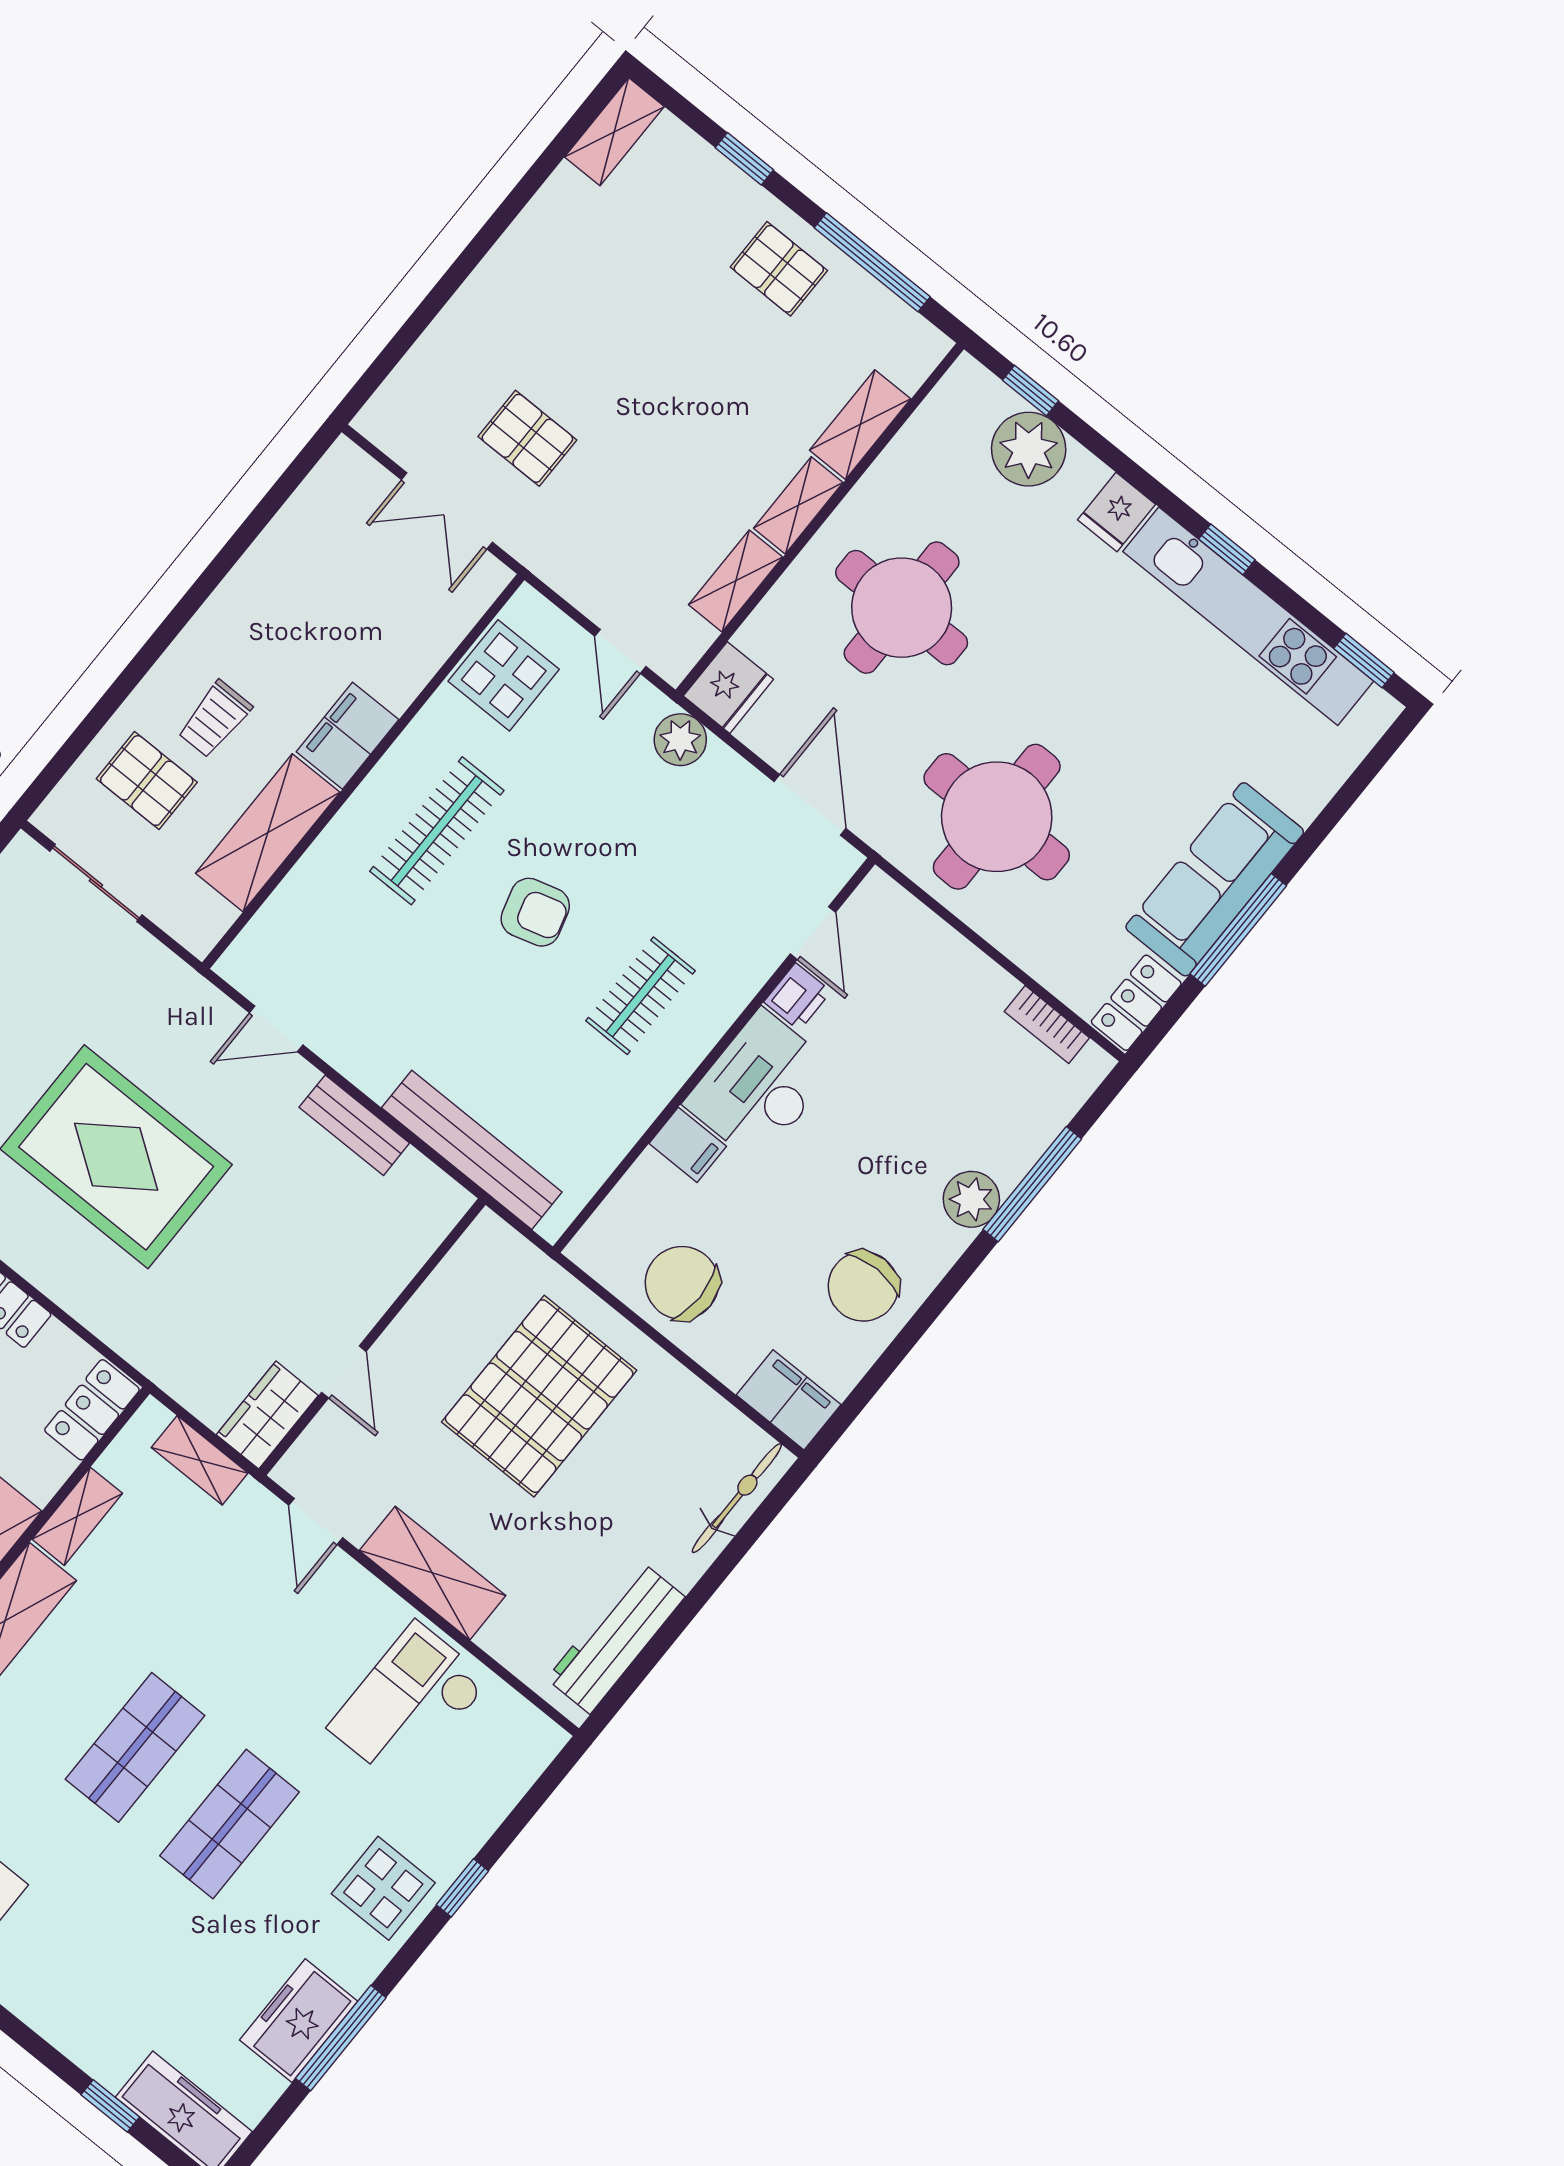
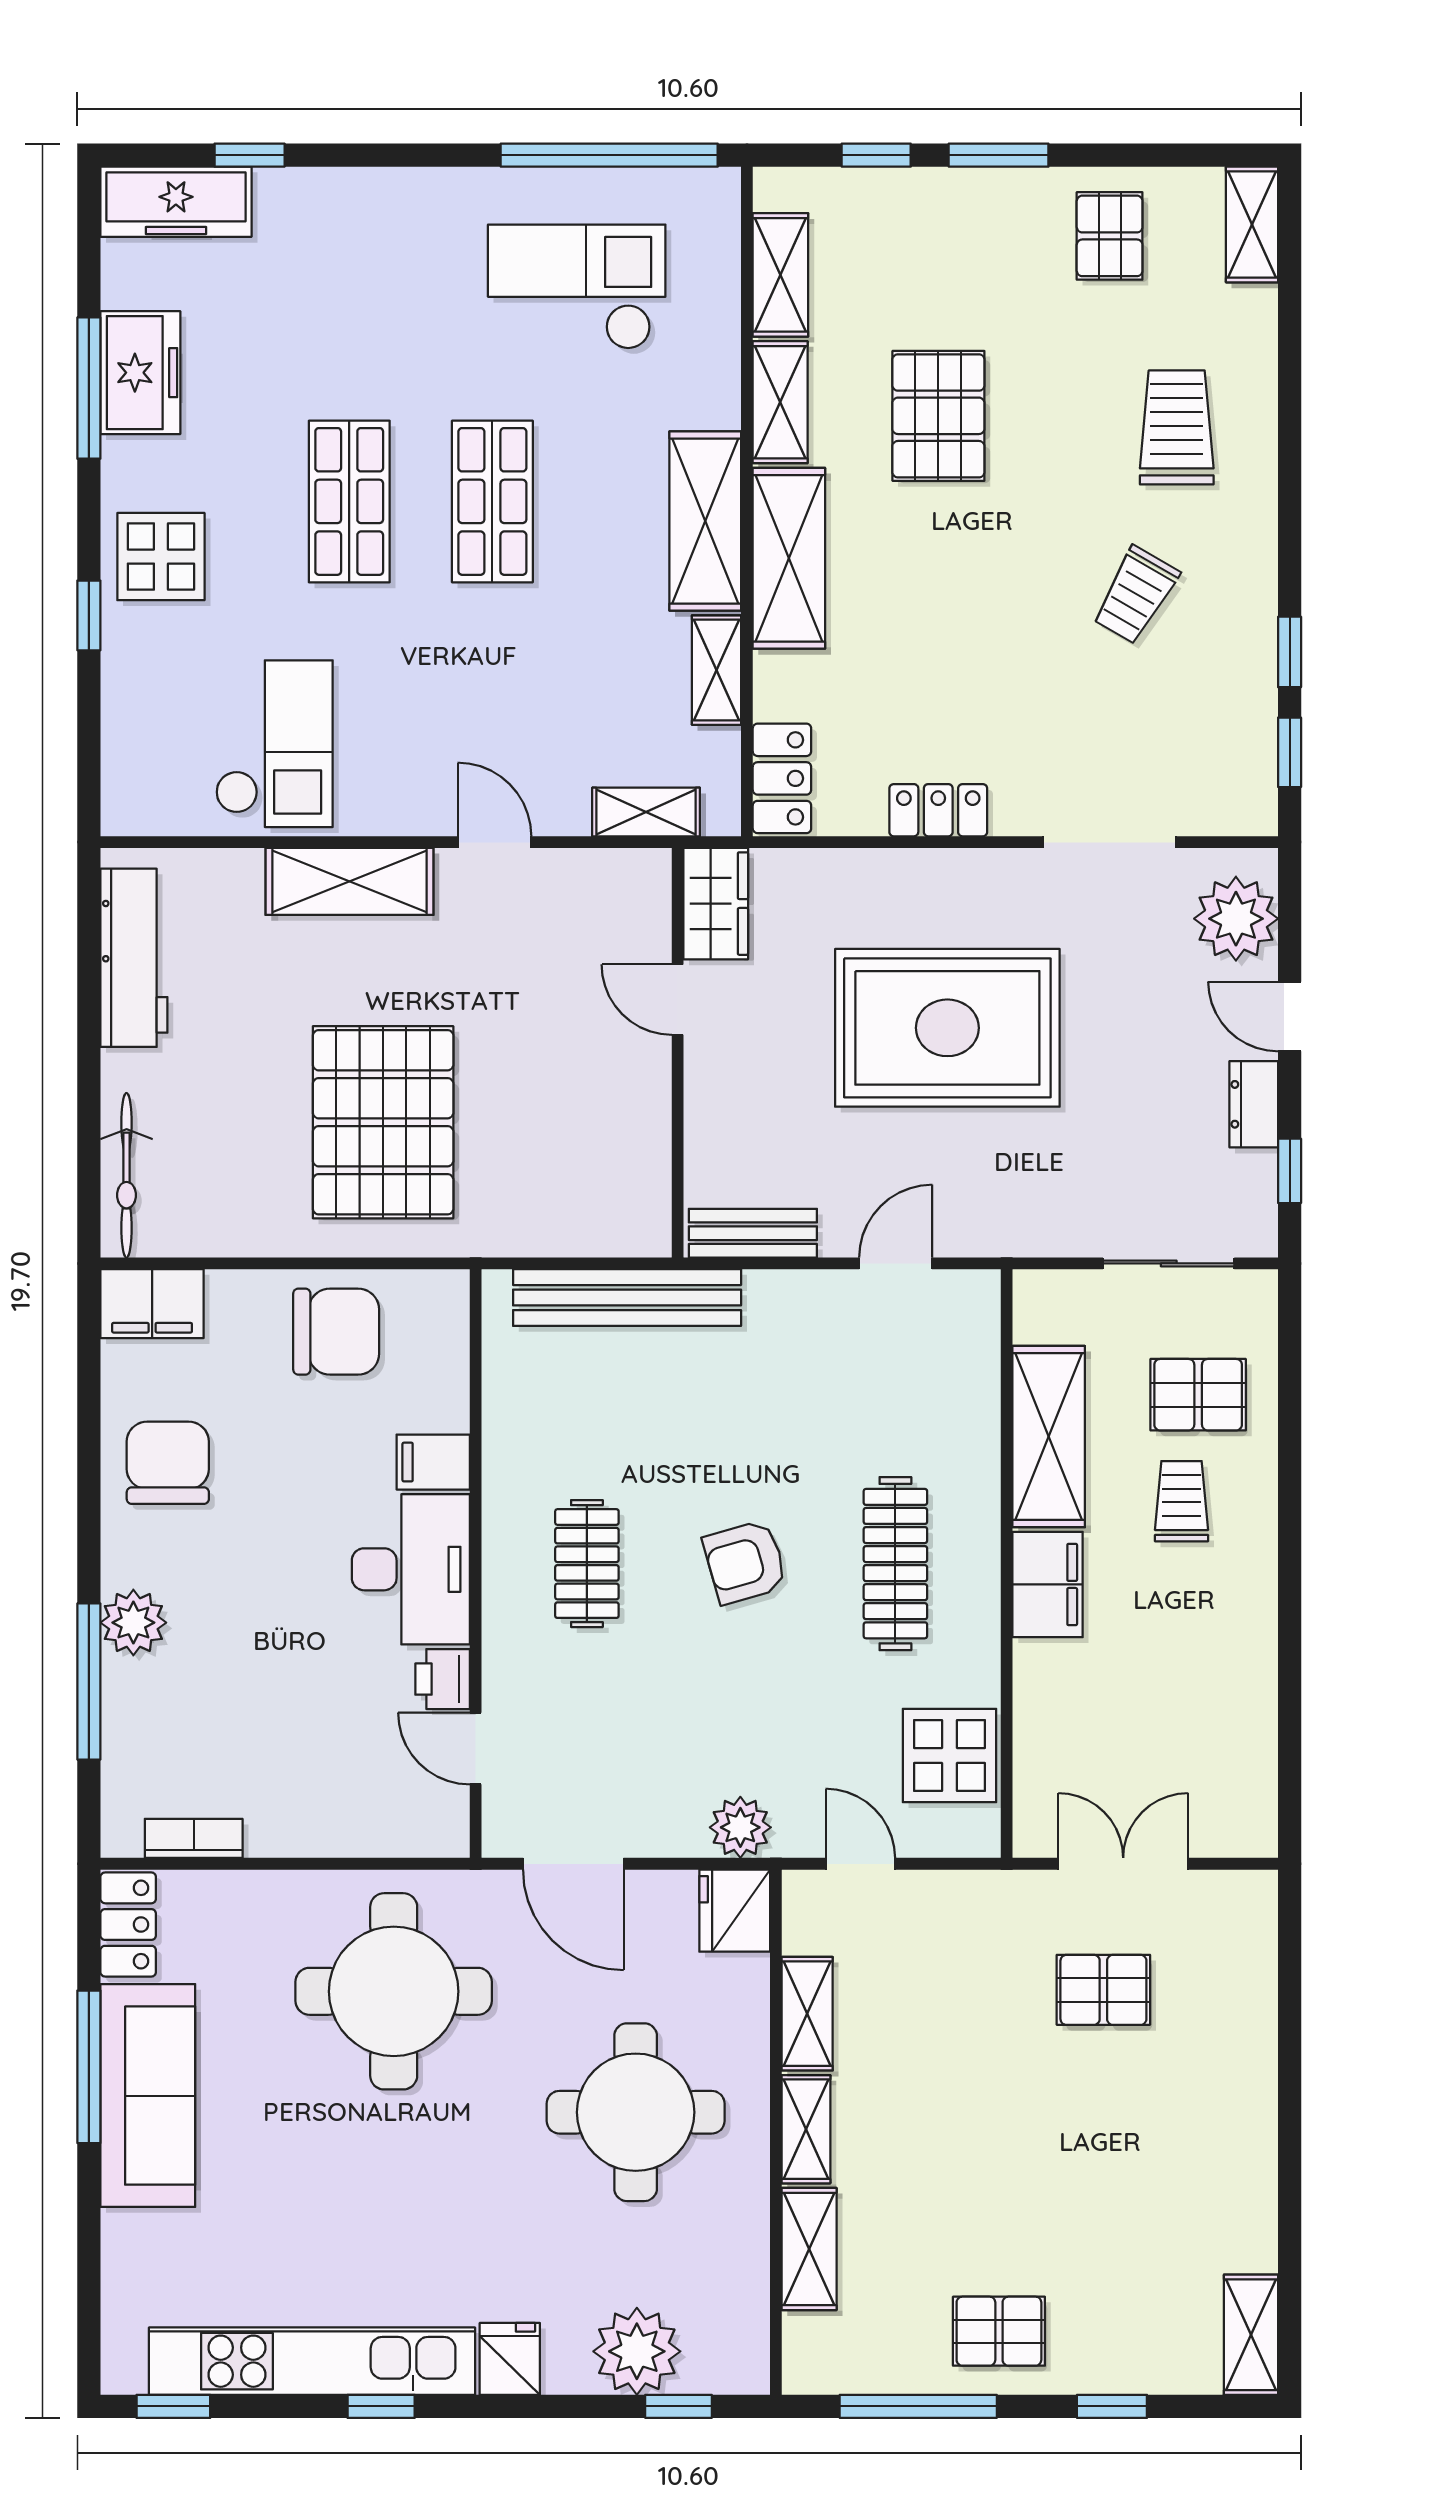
wall: (372, 1337) -> (678, 1053), moved
door: (344, 1372) -> (678, 1000), moved
wardrobe: (267, 1415) -> (716, 904), moved

